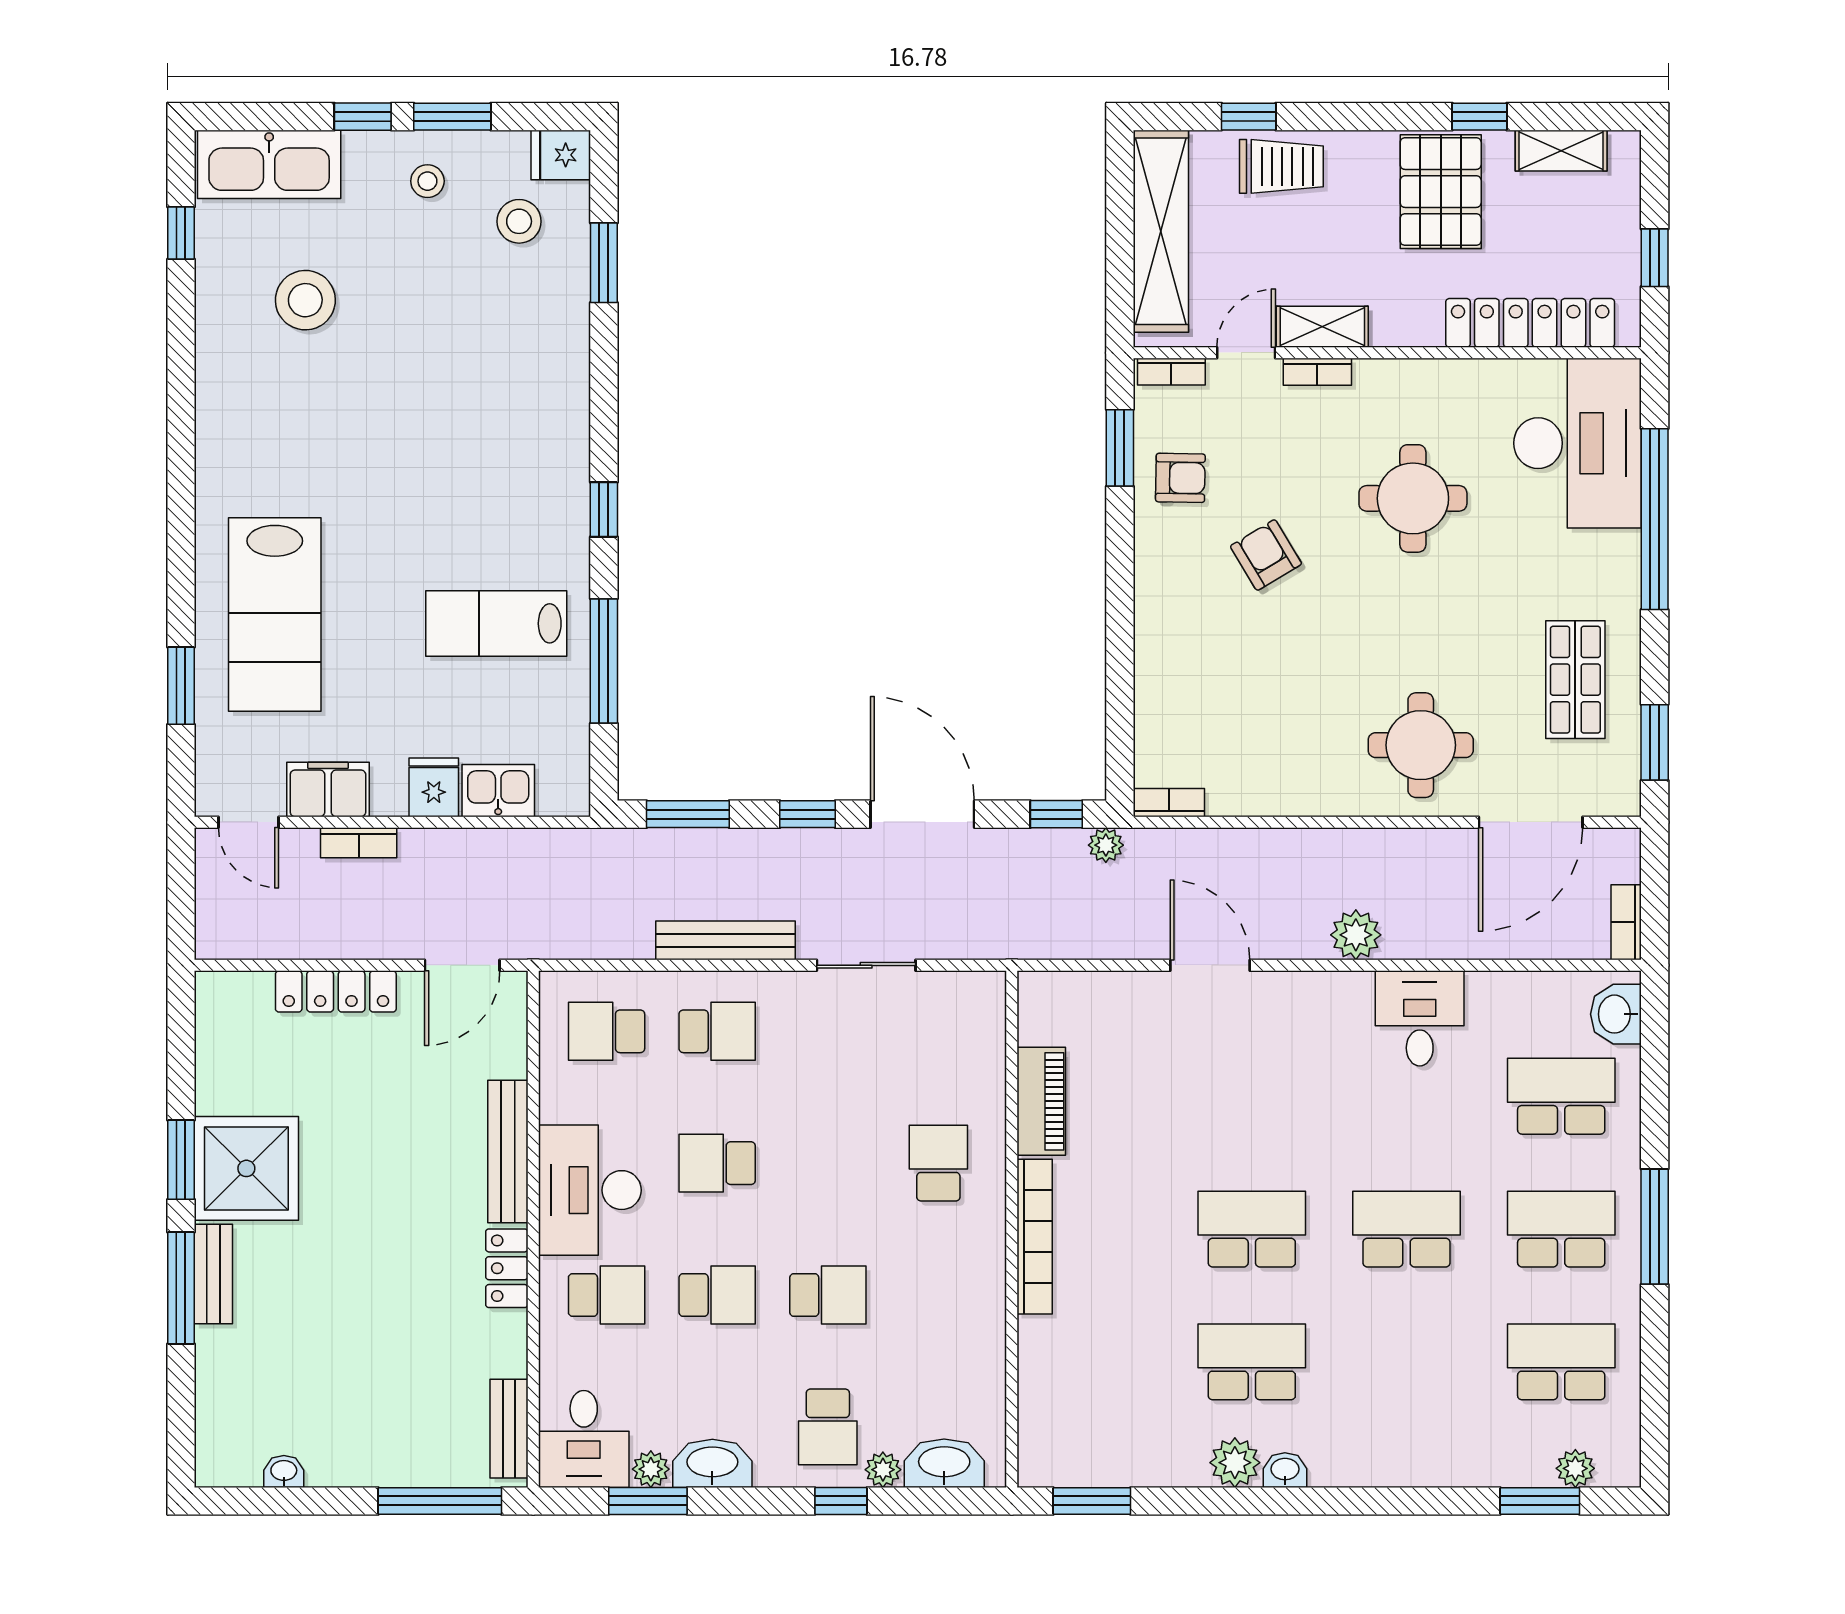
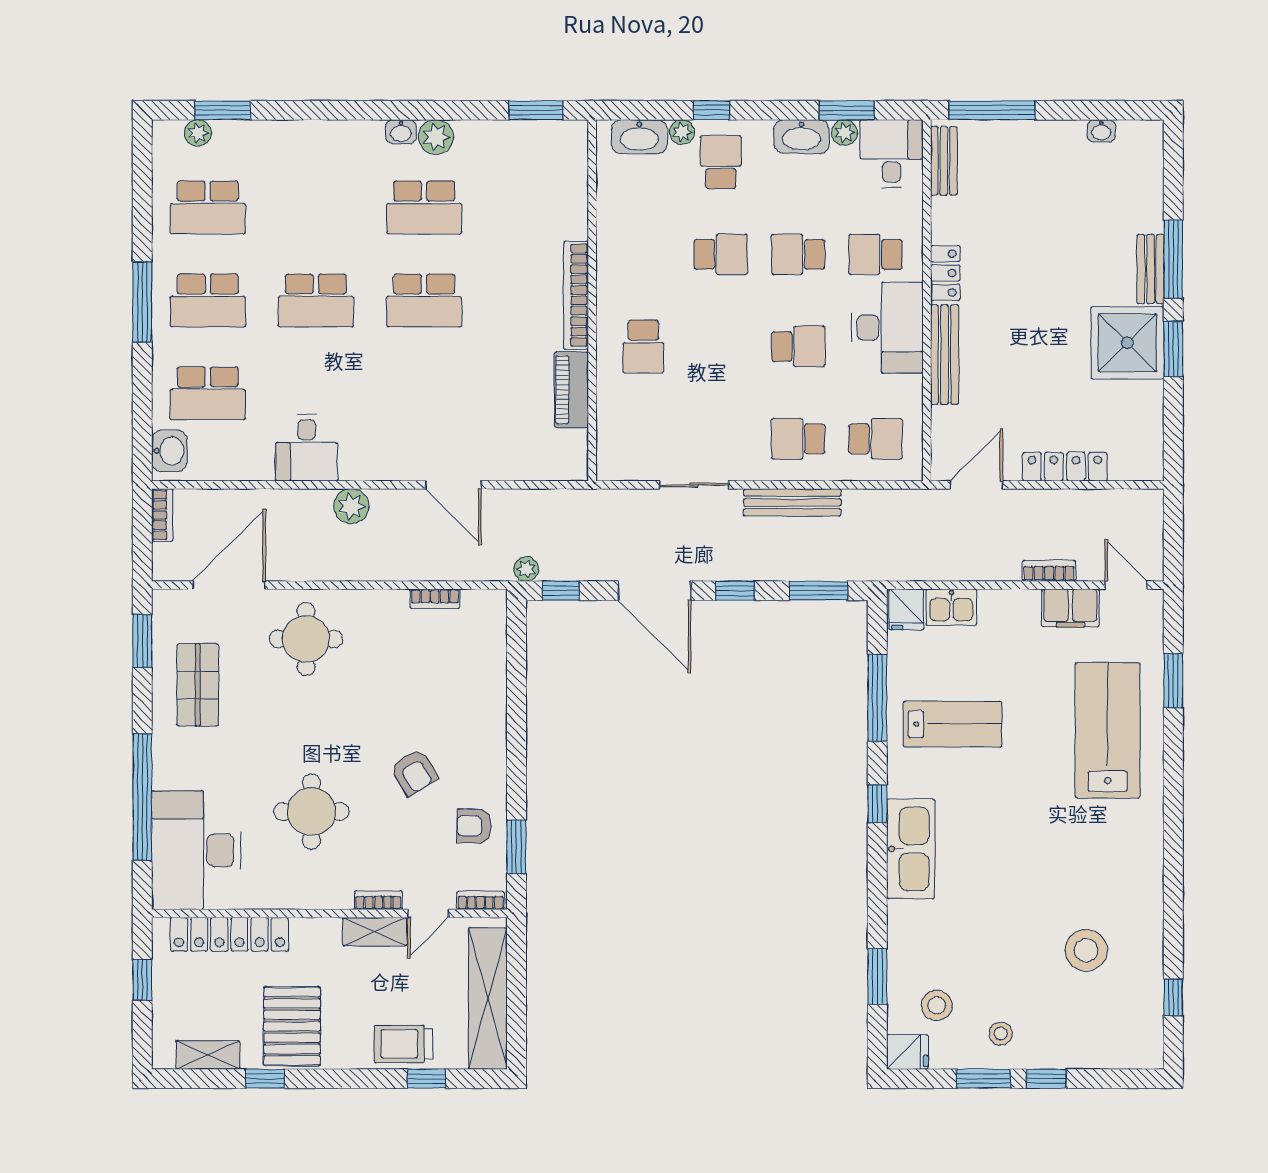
kitchen sink: (269, 164) -> (911, 849), moved, turned 90
fridge: (434, 787) -> (906, 609), moved
bookcase: (1169, 803) -> (435, 599), moved
school desk: (828, 1295) -> (721, 254), turned 180

